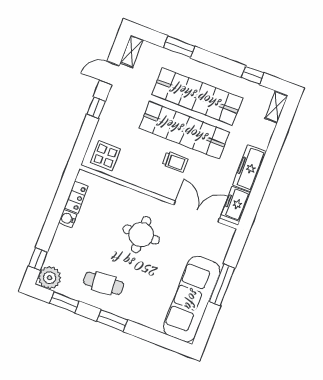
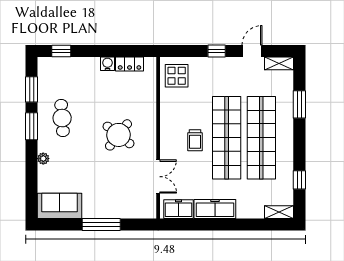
door: (109, 73) -> (252, 51), hinge flipped
double door: (197, 212) -> (158, 177), width x0.73
round table: (141, 235) -> (118, 135), turned 38
plant: (50, 278) -> (43, 159), moved, width x0.53, depth x0.53
sofa: (192, 299) -> (60, 206), width x0.54, depth x0.79
window: (112, 321) -> (32, 126), moved

